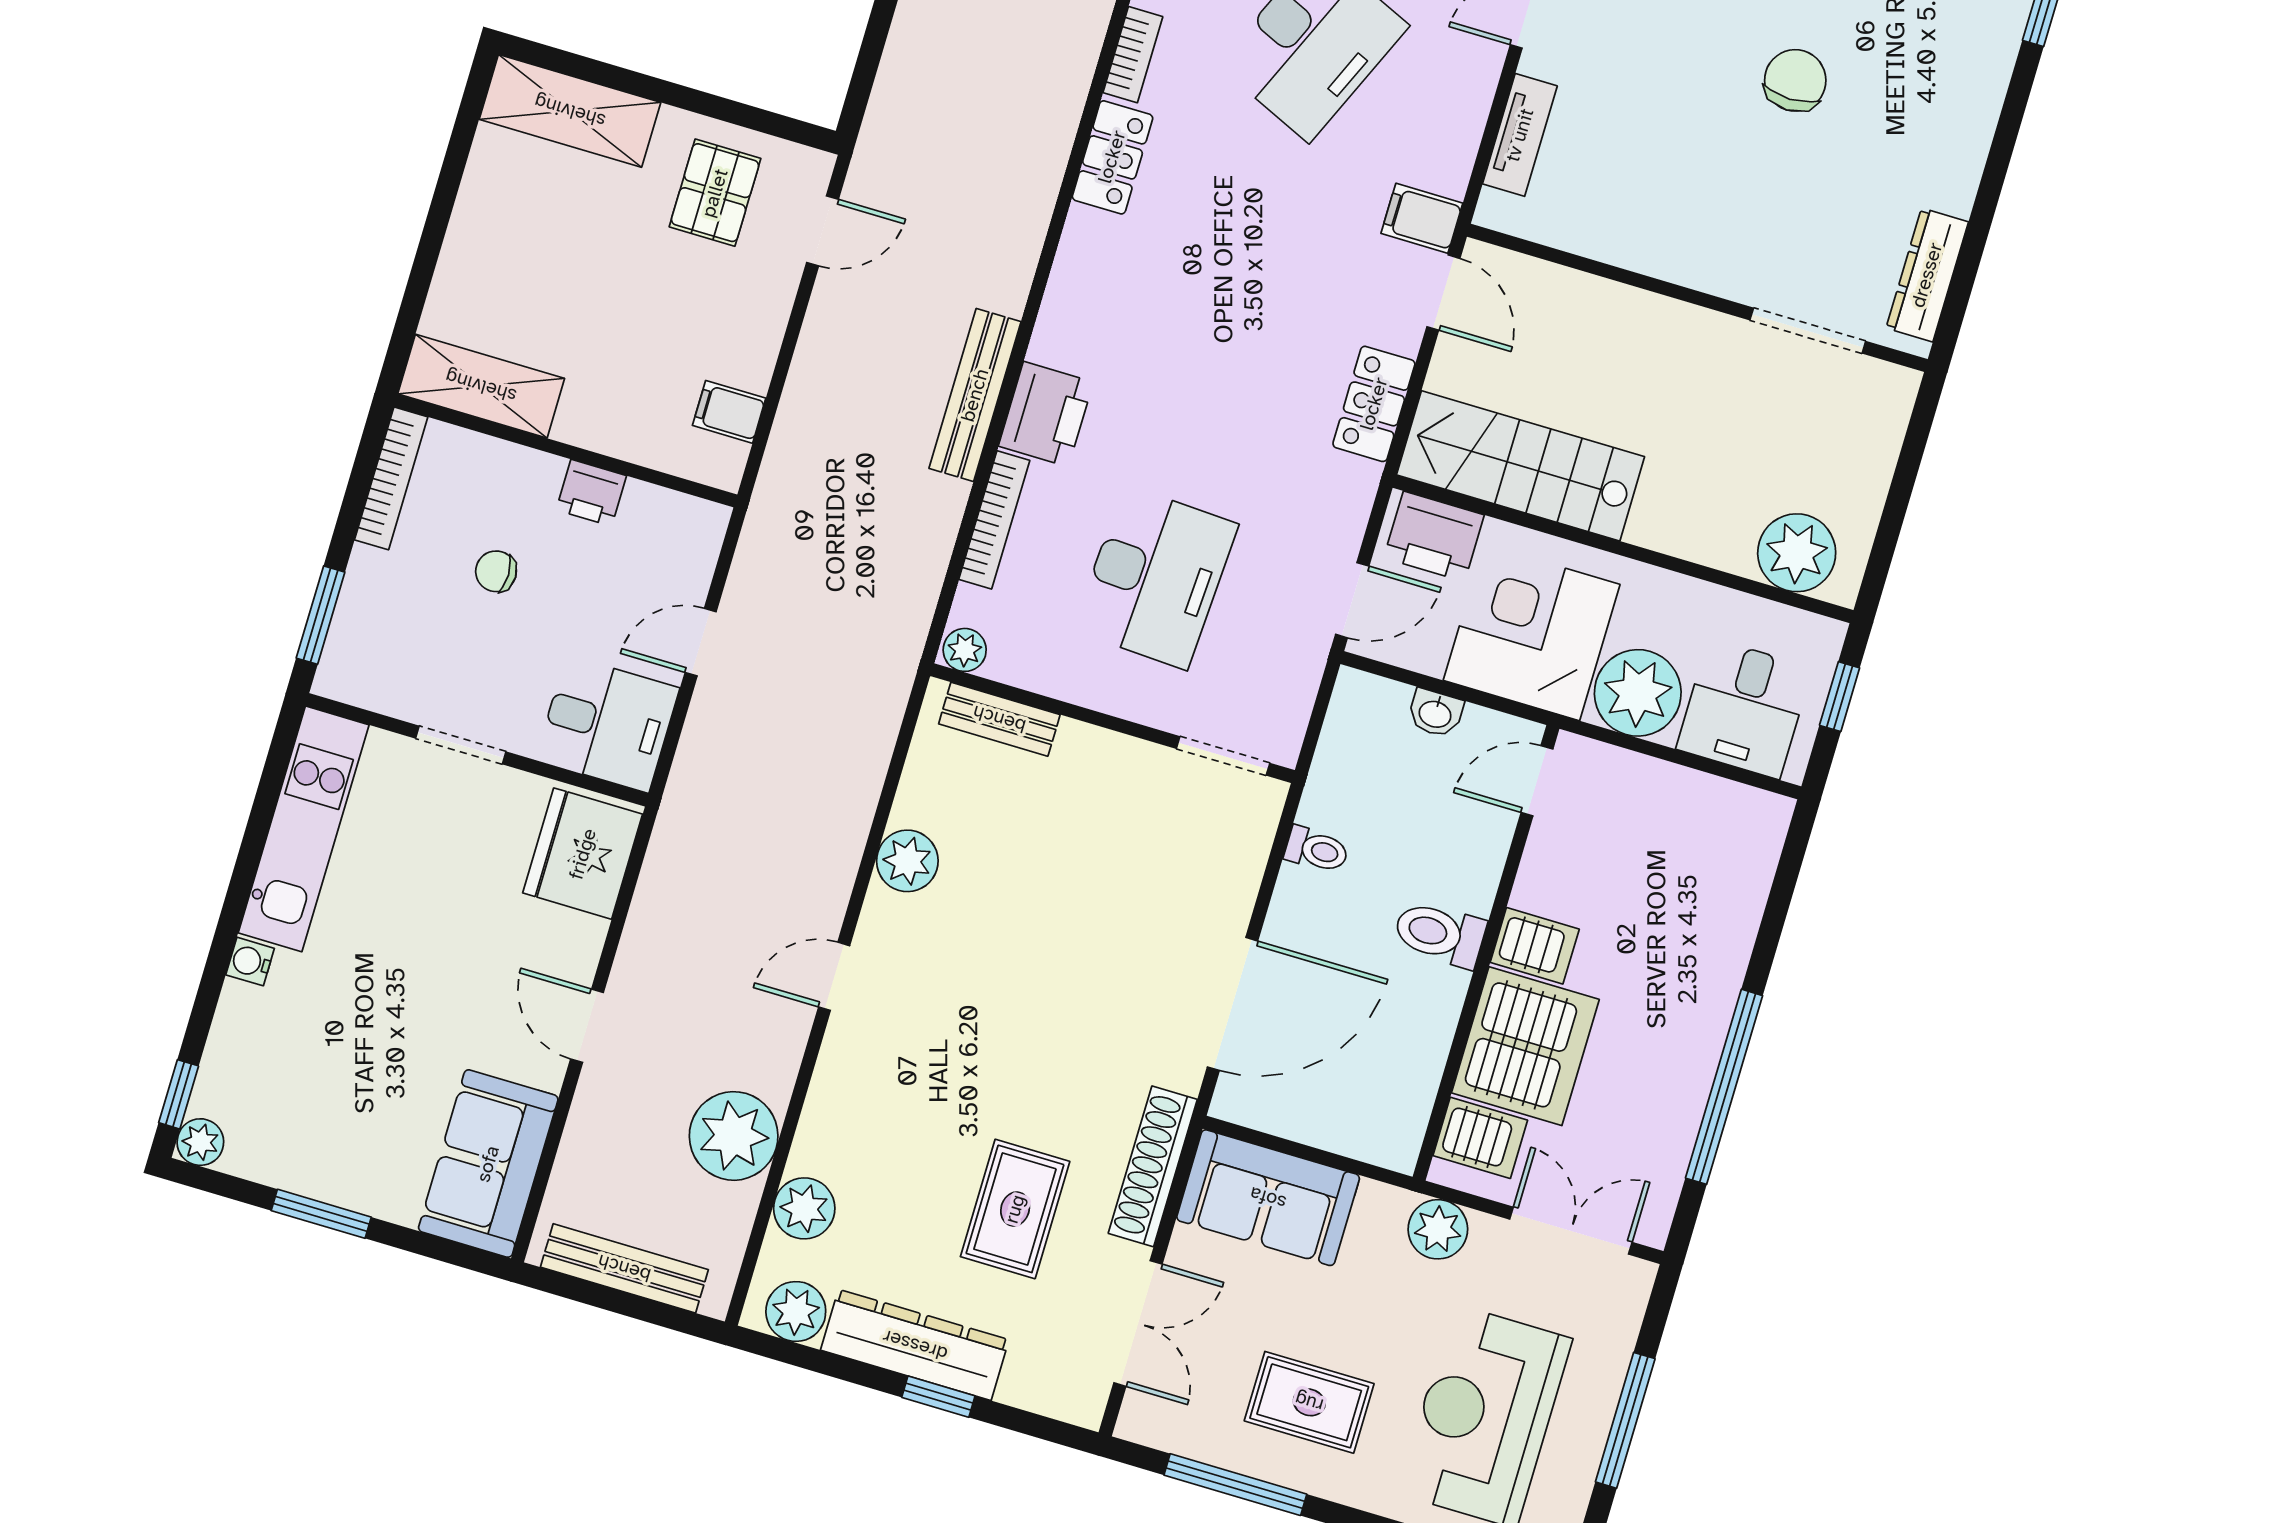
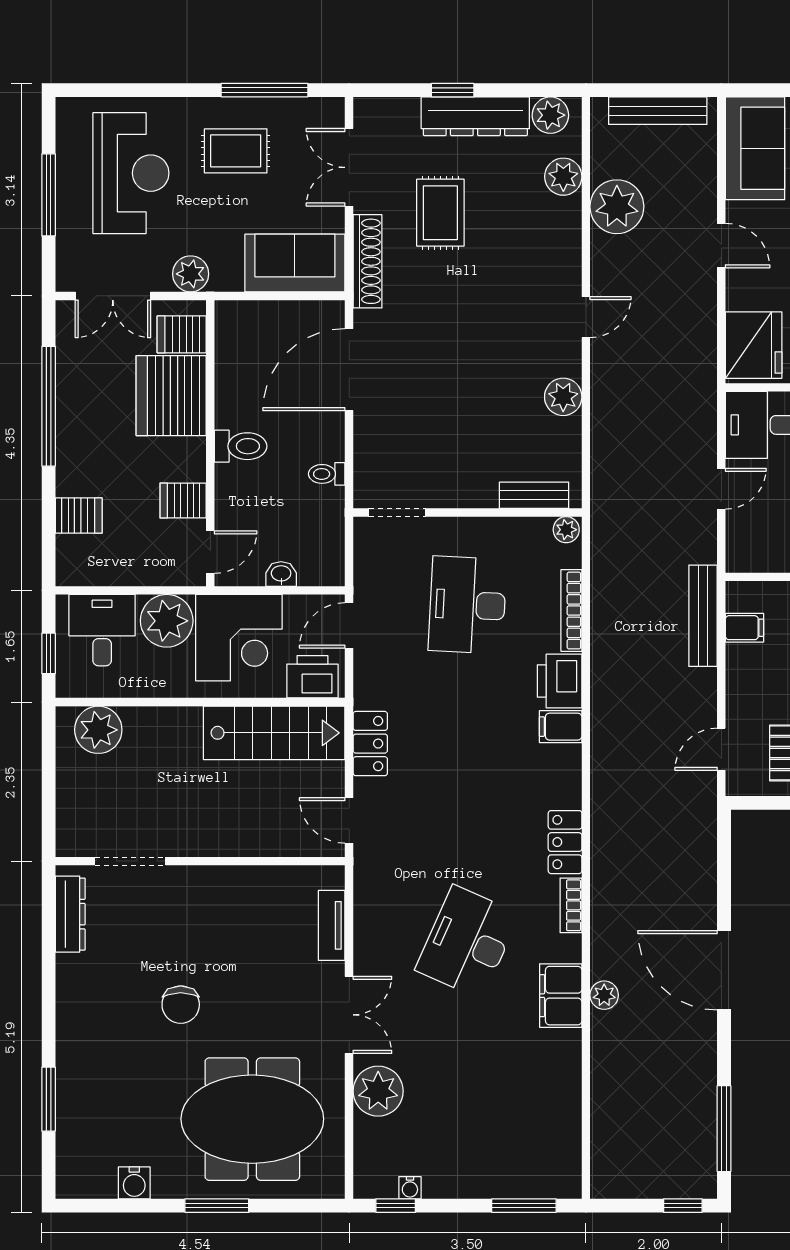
filing cabinet: (1422, 218) -> (561, 727), moved, turned 180
bench: (975, 395) -> (703, 616), moved
server rack: (1728, 900) -> (79, 516), added
server rack: (1535, 946) -> (183, 501), moved

